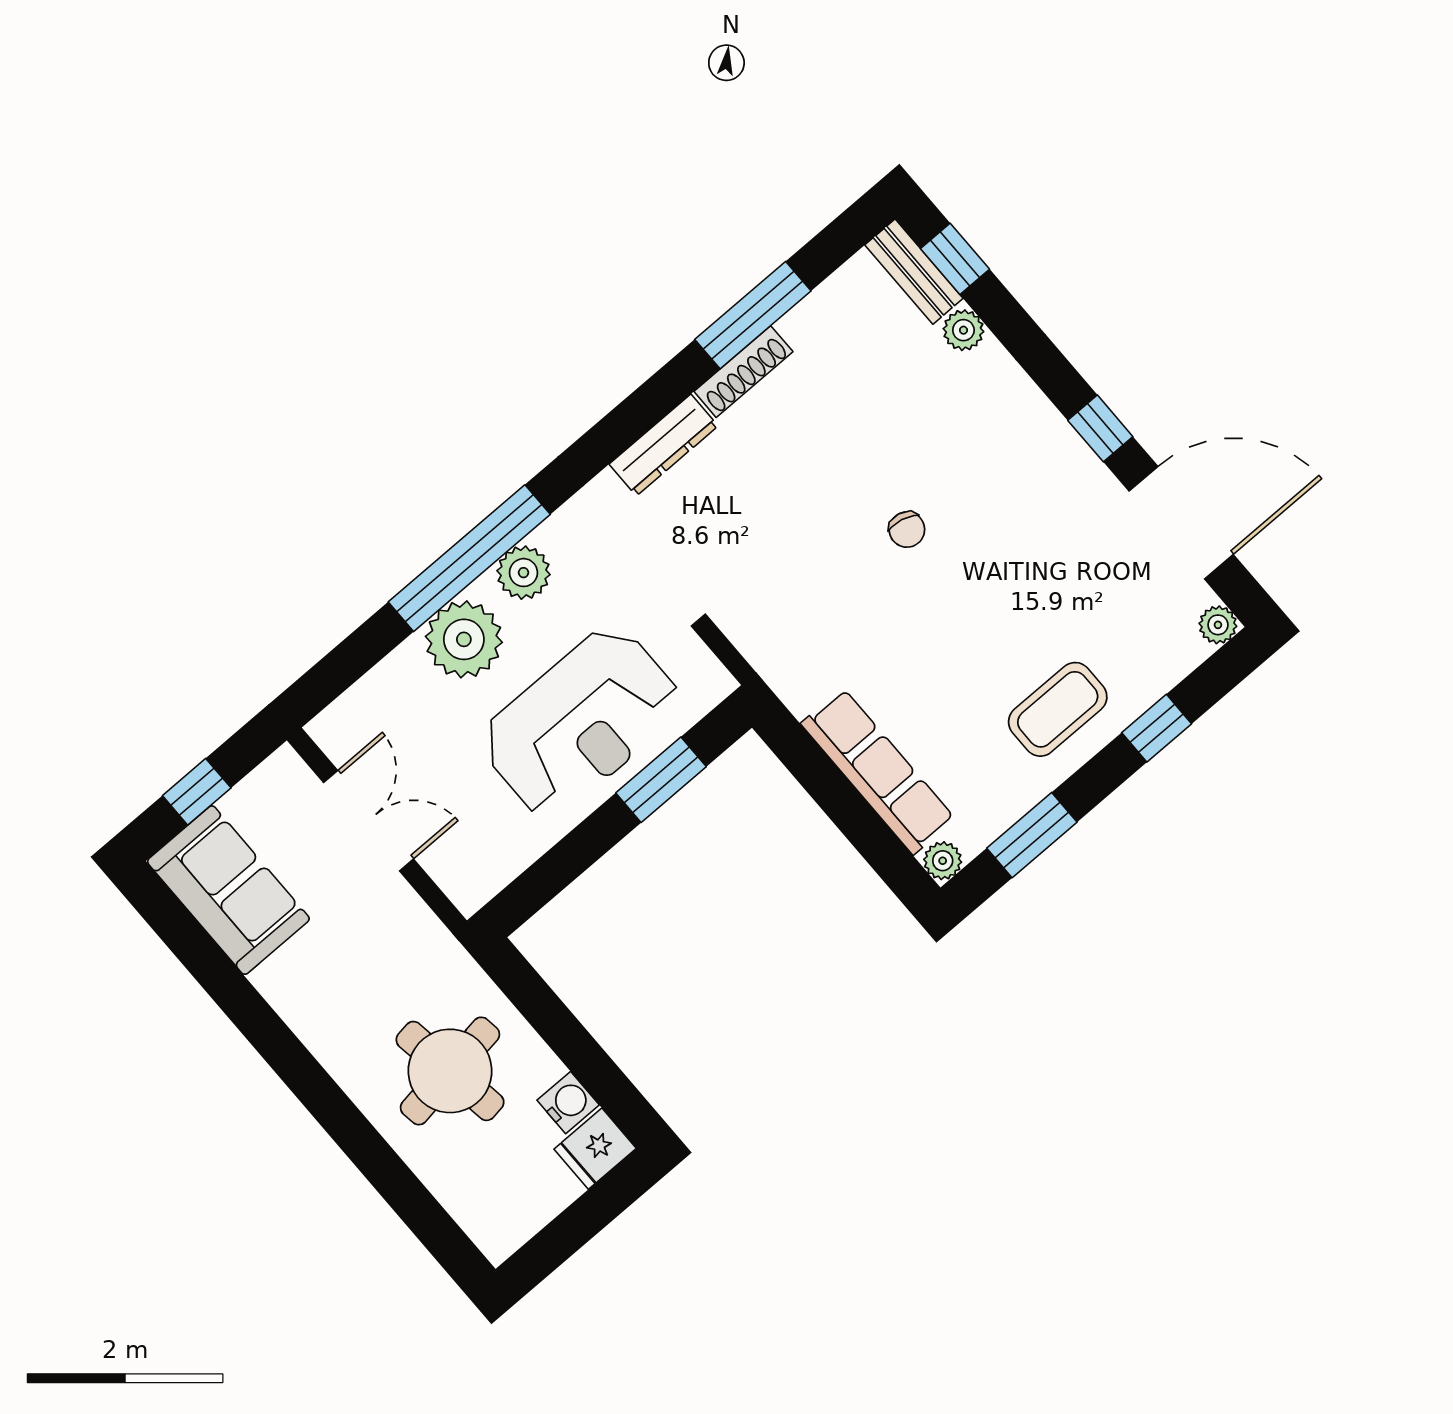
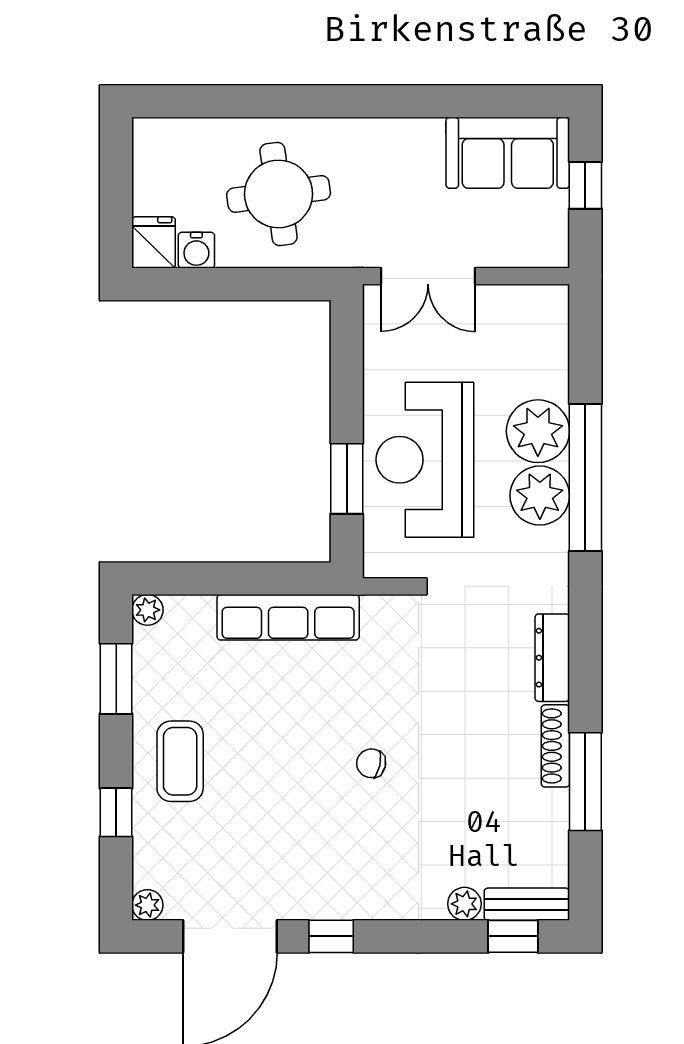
plant: (523, 573) -> (540, 496), width x1.36, depth x1.36
row of seats: (878, 771) -> (288, 617), moved
double door: (369, 821) -> (428, 276), moved

